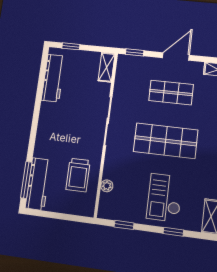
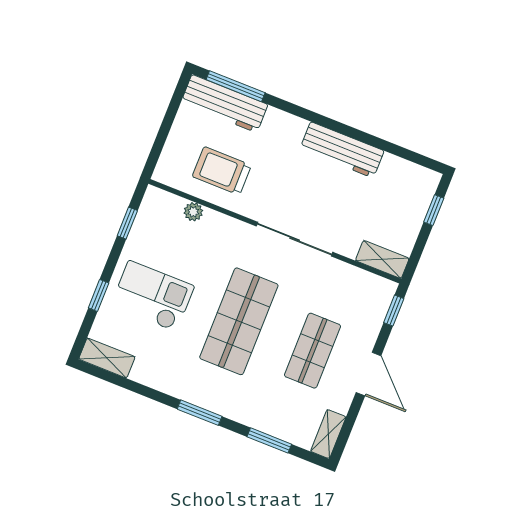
workbench: (53, 78) -> (342, 150), moved

